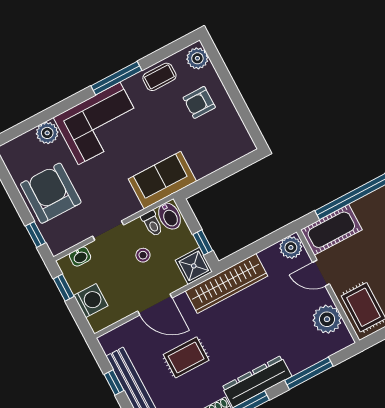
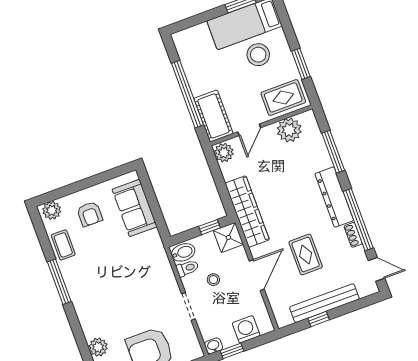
corner sofa: (99, 123) -> (96, 302), removed
sofa: (162, 180) -> (135, 208), moved
washbasin: (80, 256) -> (214, 346), moved, turned -90

